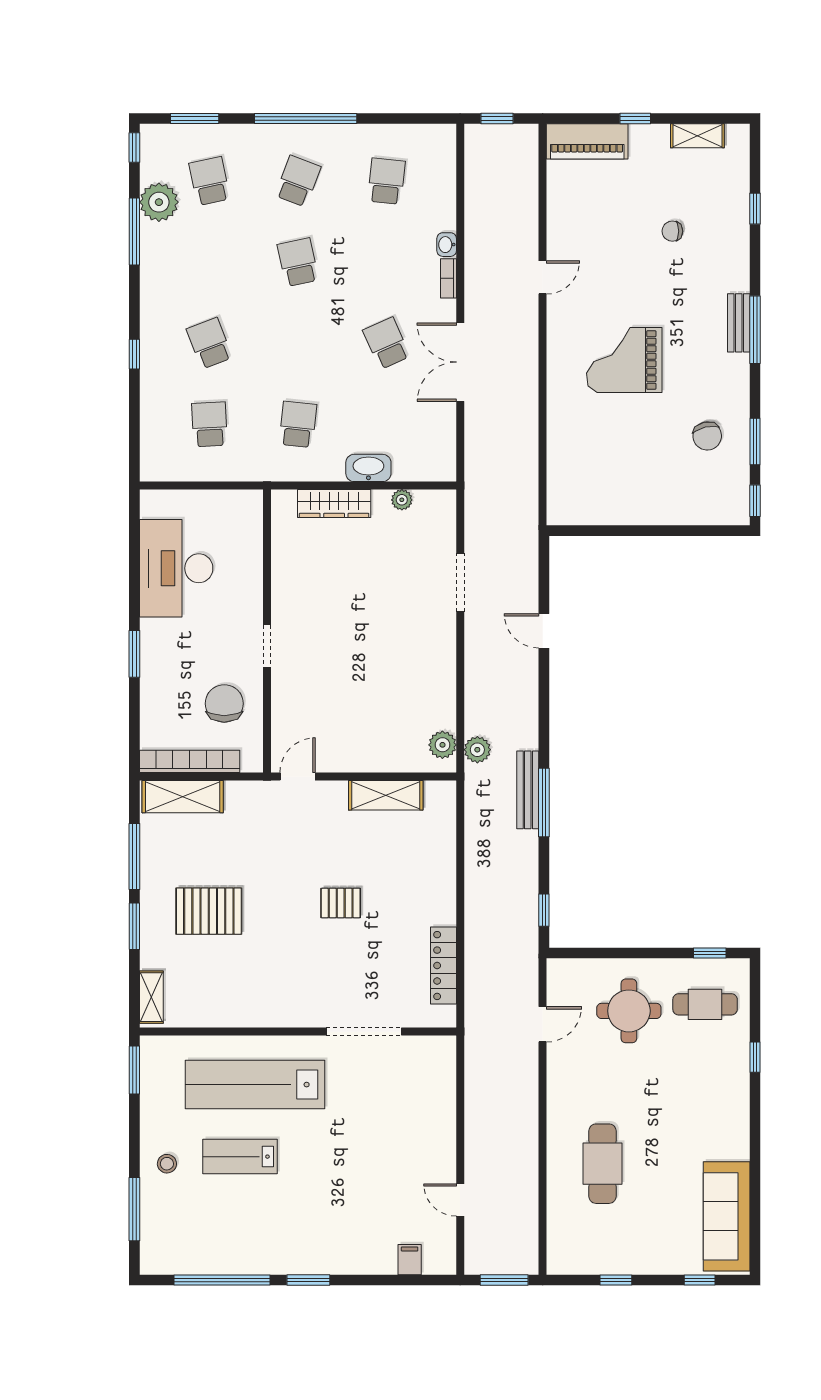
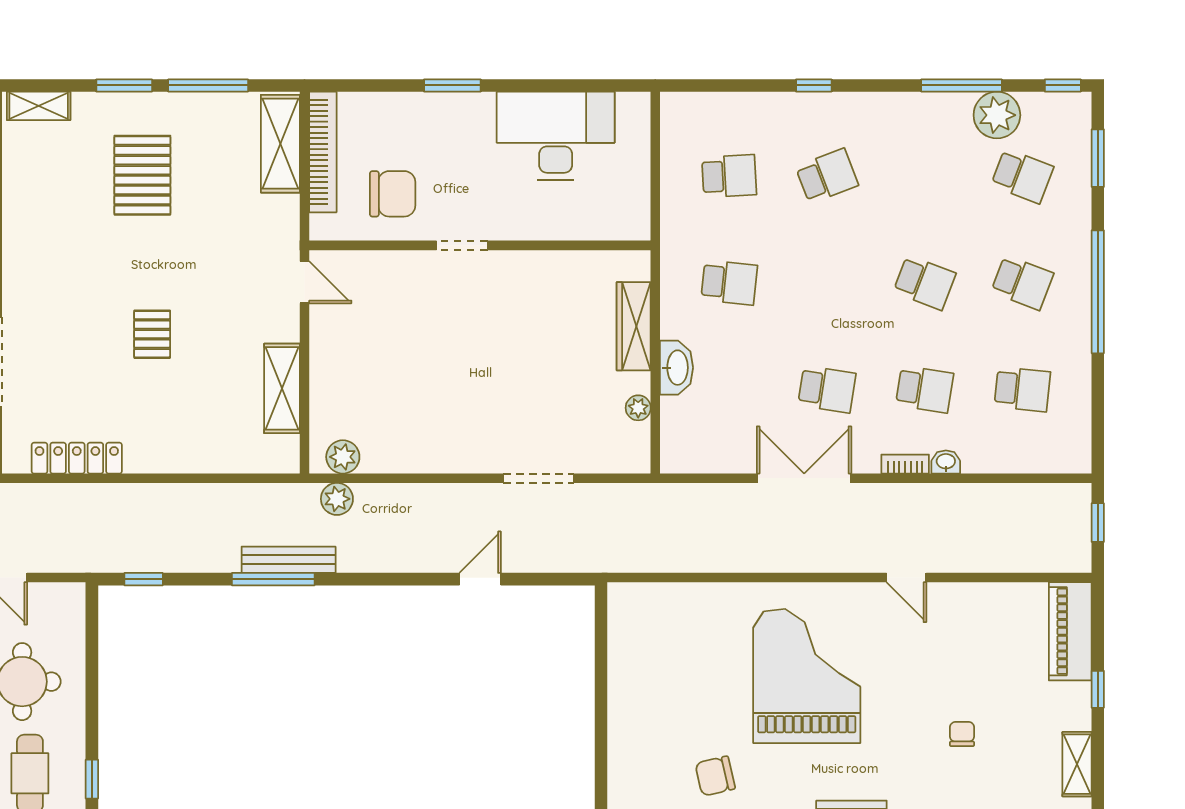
school desk: (209, 181) -> (1022, 176), turned 33
school desk: (298, 262) -> (925, 283), turned 33
school desk: (386, 262) -> (925, 389), added
school desk: (386, 343) -> (827, 389), turned 33
grand piano: (624, 360) -> (807, 676), width x1.37, depth x1.48

